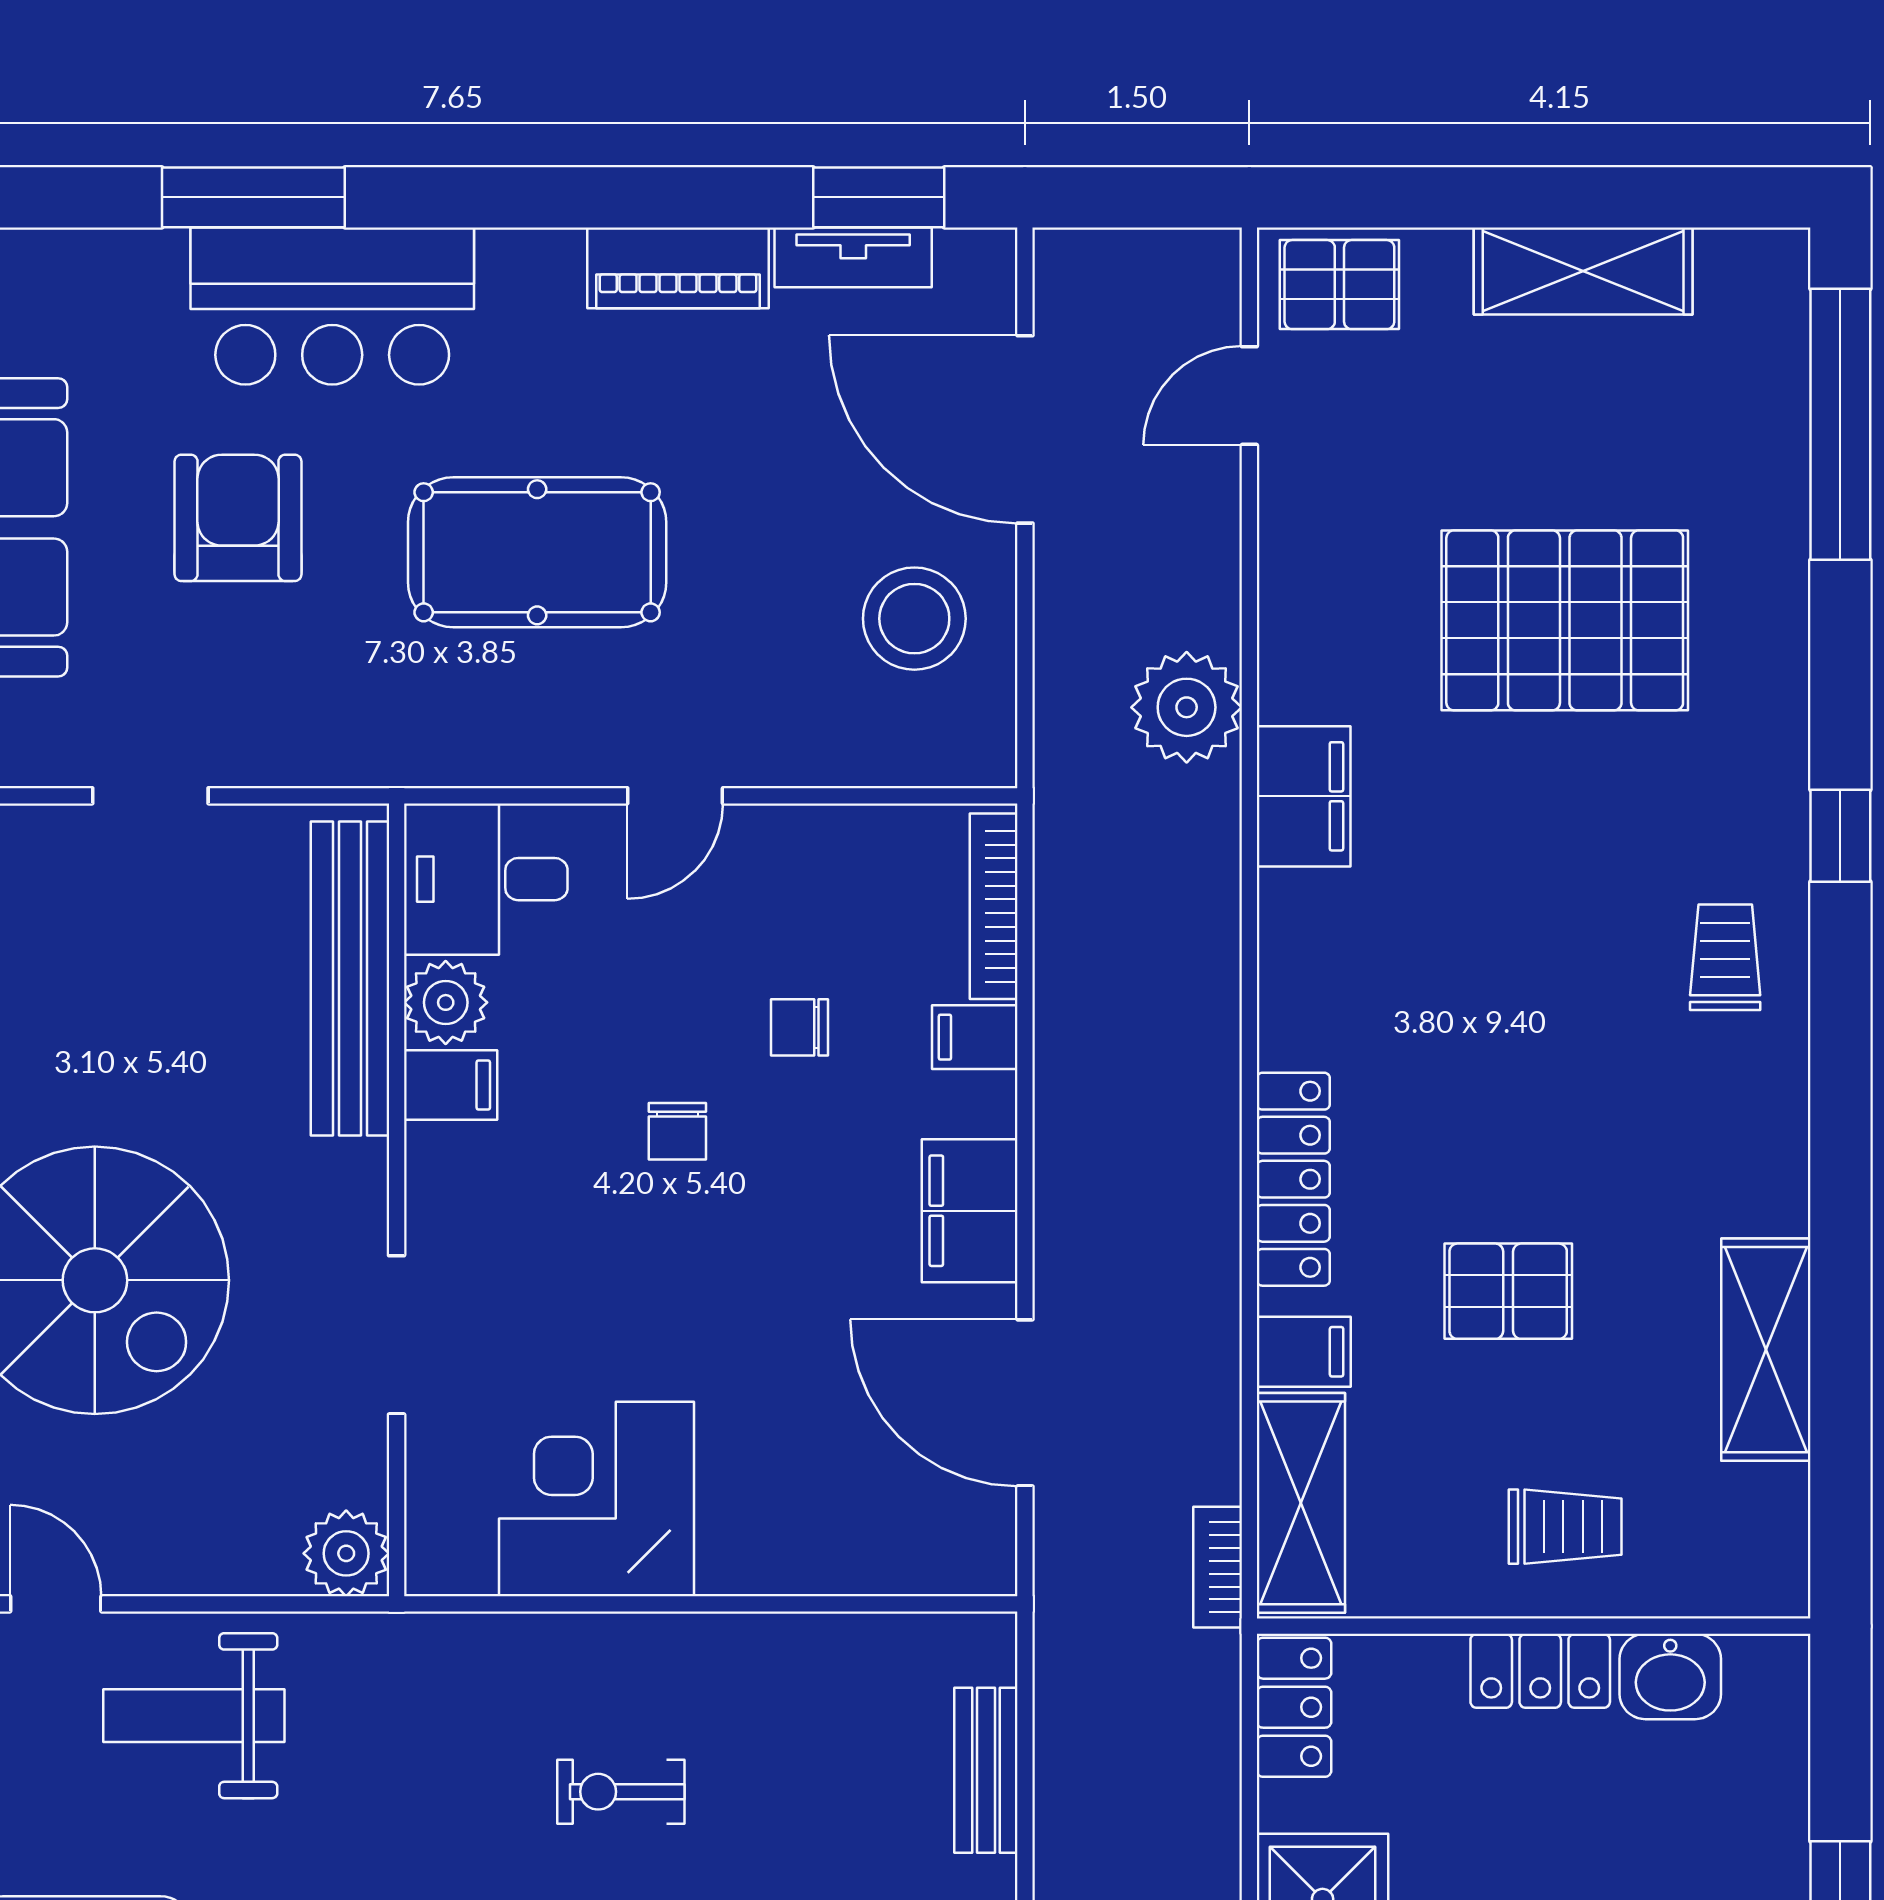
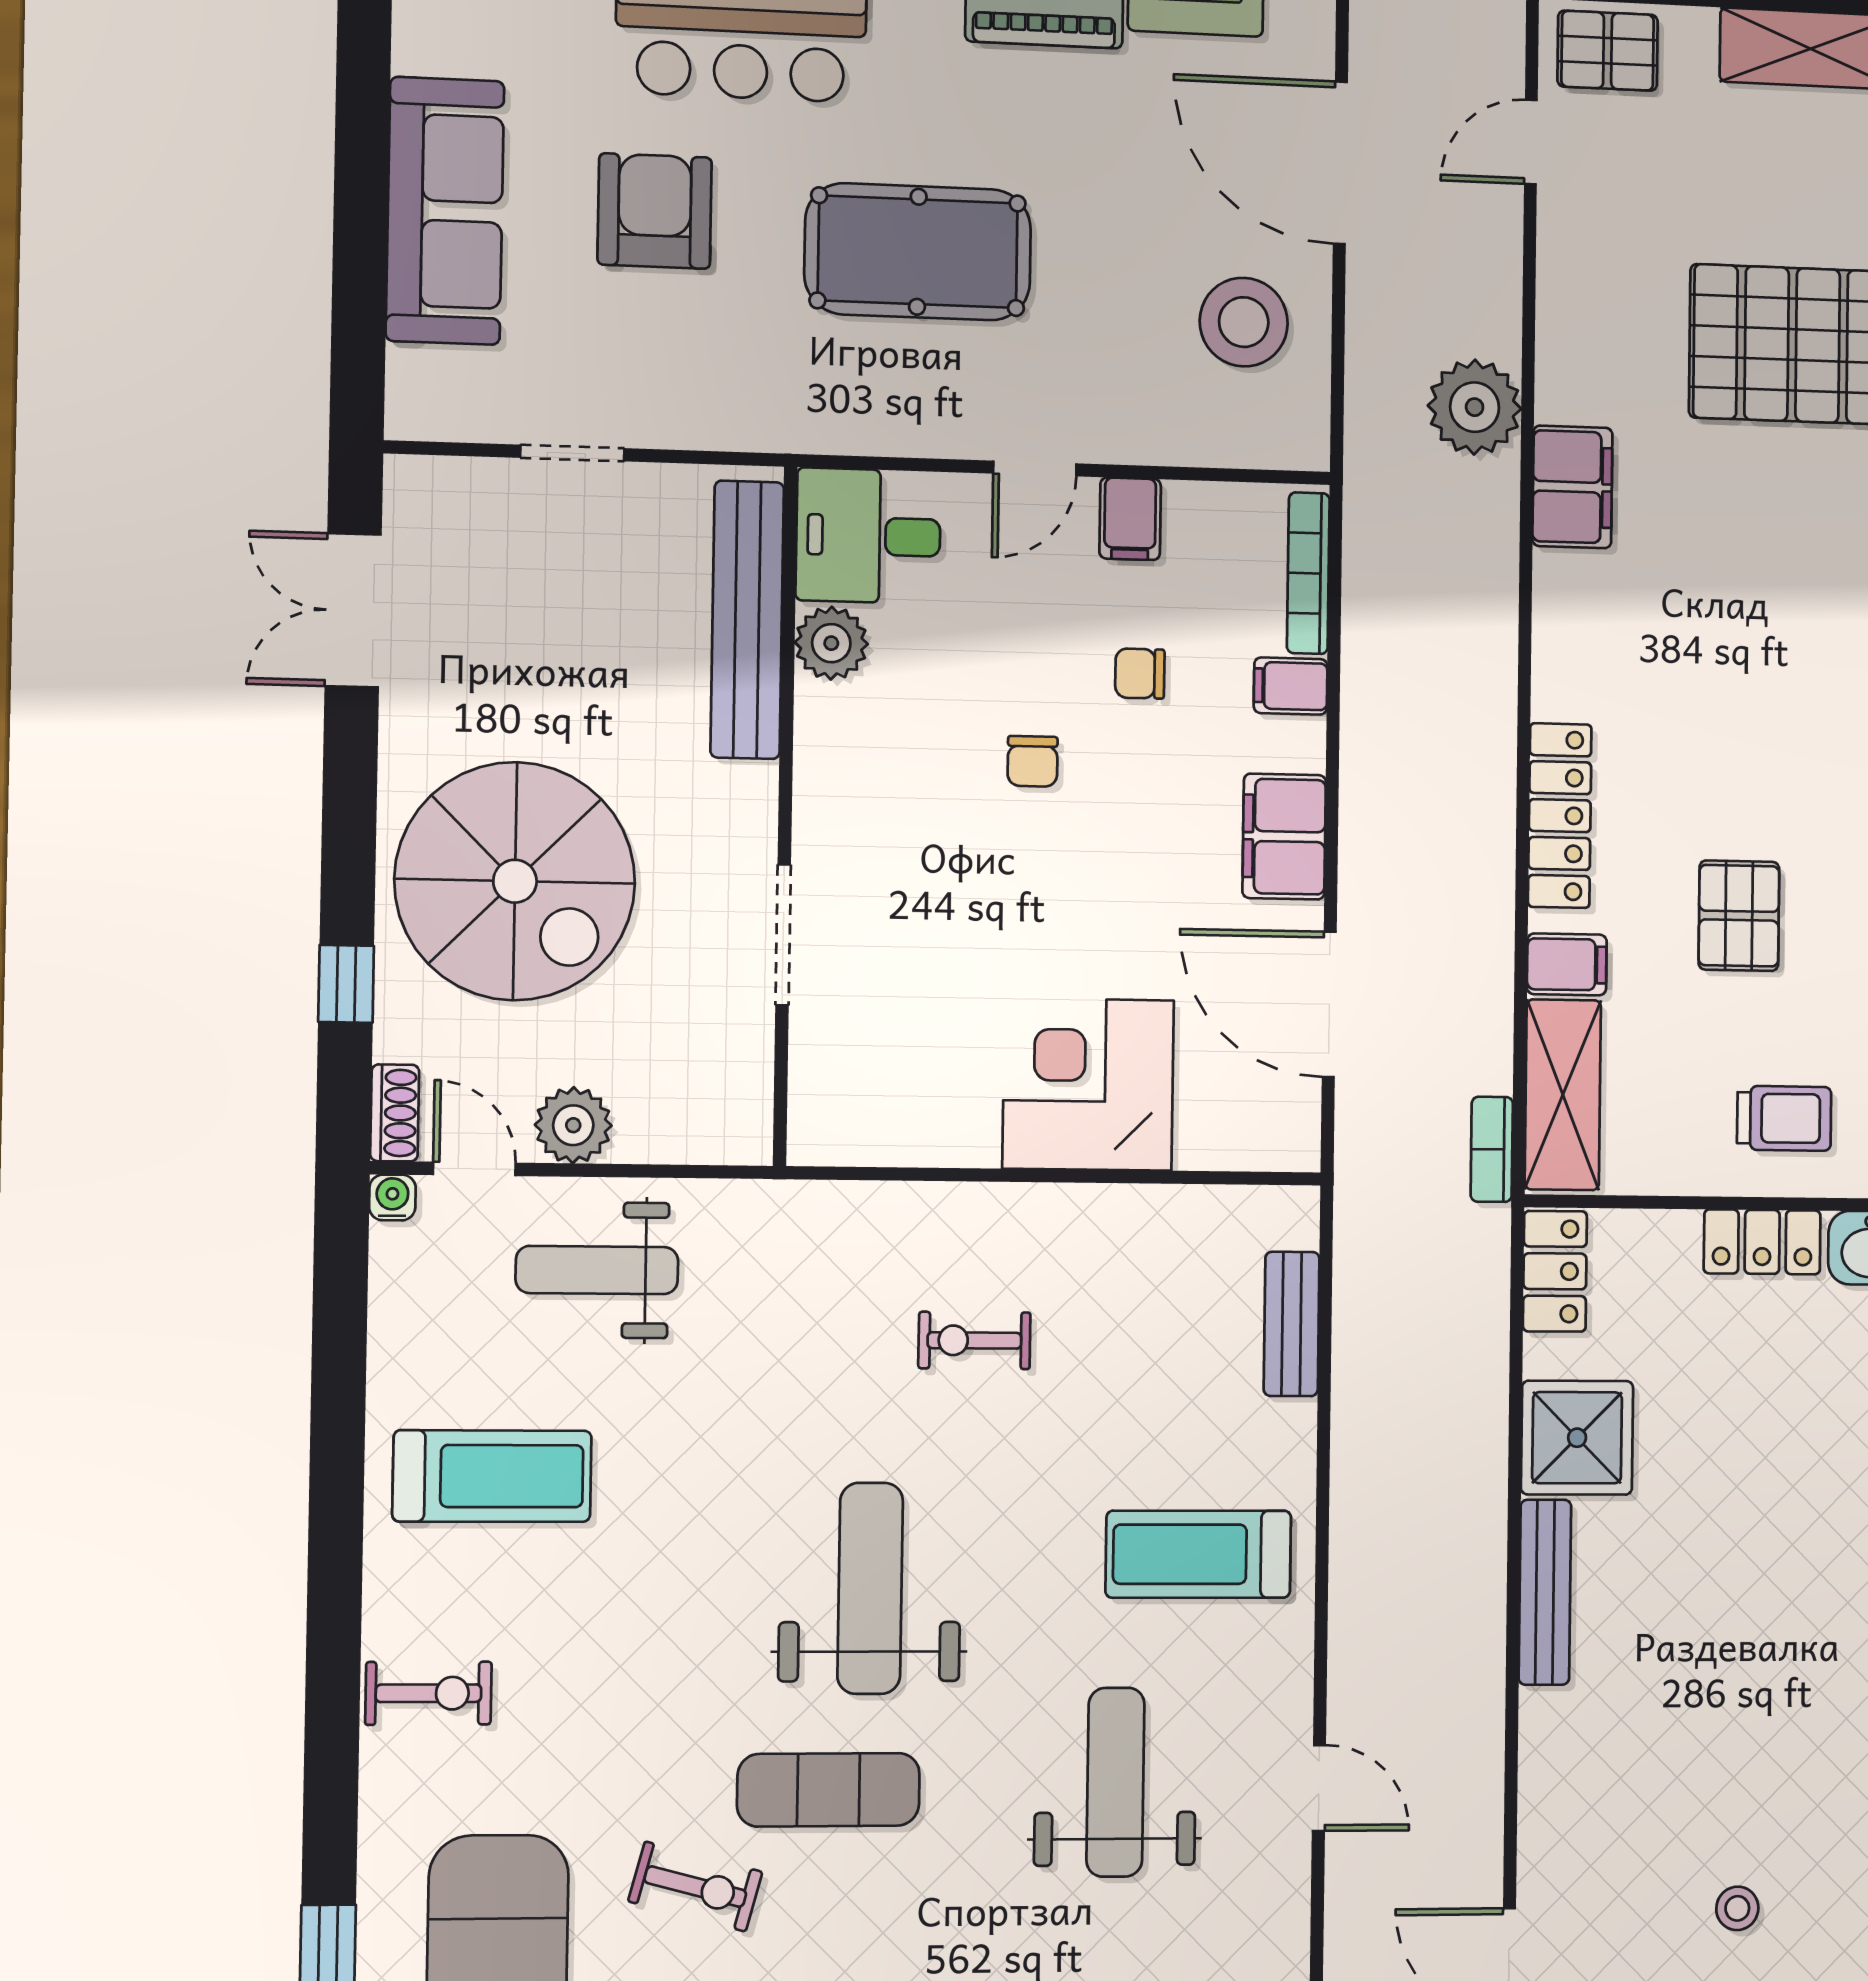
filing cabinet: (451, 1085) -> (1130, 519), moved, turned 90
pallet: (1508, 1291) -> (1739, 916), turned 90
corner desk: (596, 1499) -> (1088, 1084), moved
plant: (346, 1553) -> (573, 1125), moved

